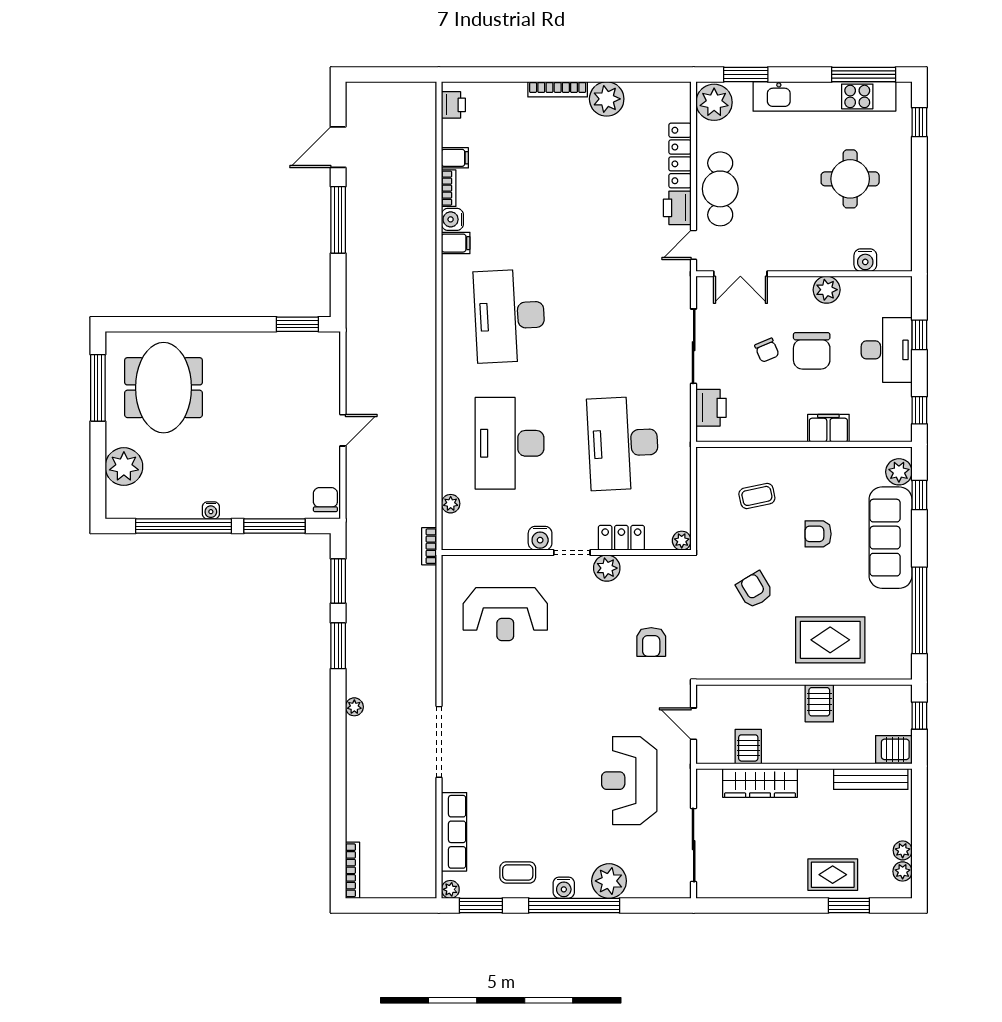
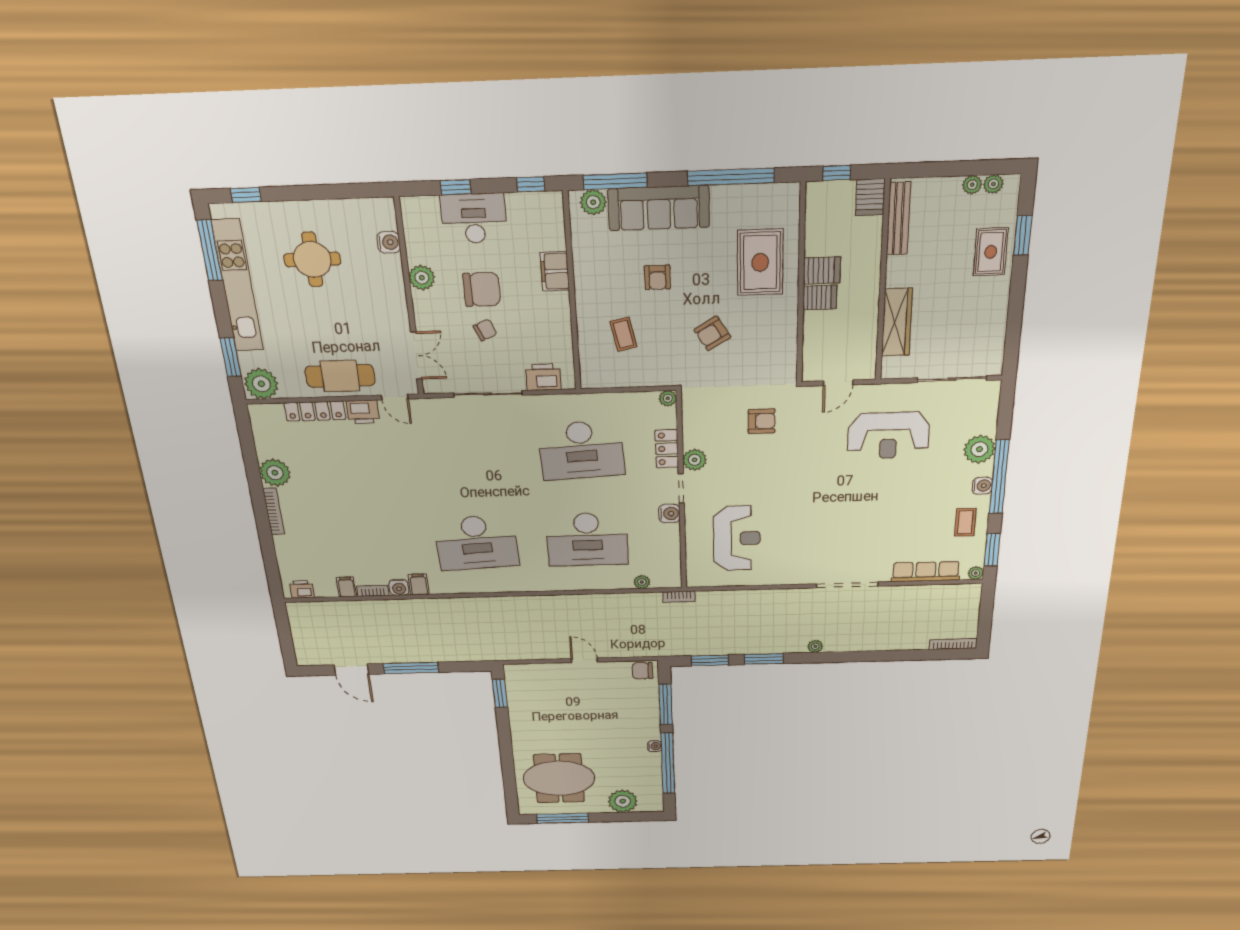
window: (919, 495) -> (615, 181), width x2.17
server rack: (748, 747) -> (820, 297), moved, turned 180

